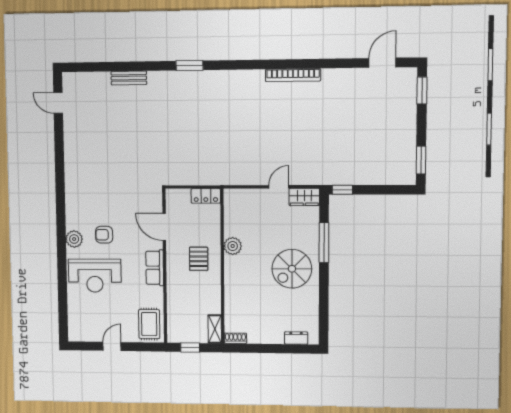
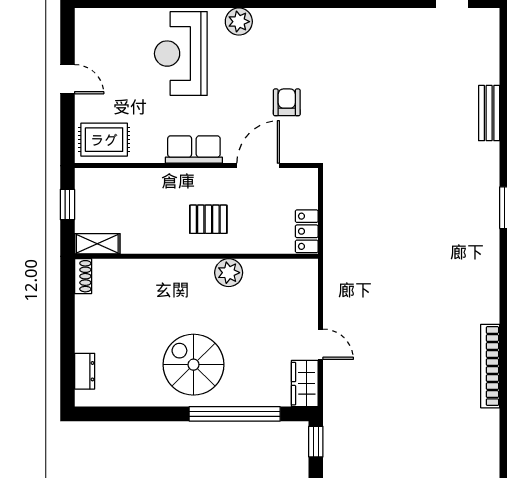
armchair: (104, 235) -> (287, 102), moved
window: (324, 242) -> (235, 414), width x1.46

